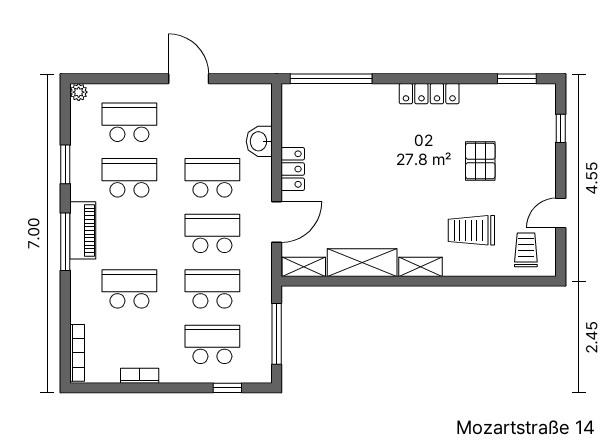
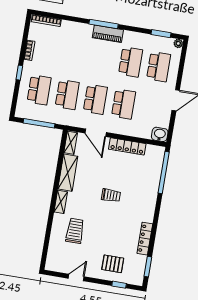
locker: (429, 94) -> (145, 239), moved
washbasin: (259, 141) -> (160, 134), moved
pallet: (480, 161) -> (113, 264), moved
window: (65, 164) -> (161, 34), moved
locker: (293, 169) -> (127, 146), width x1.53
door: (561, 213) -> (76, 278), hinge flipped
trolley: (526, 250) -> (111, 195), moved
school desk: (129, 289) -> (74, 53), removed
window: (227, 388) -> (19, 73), moved

